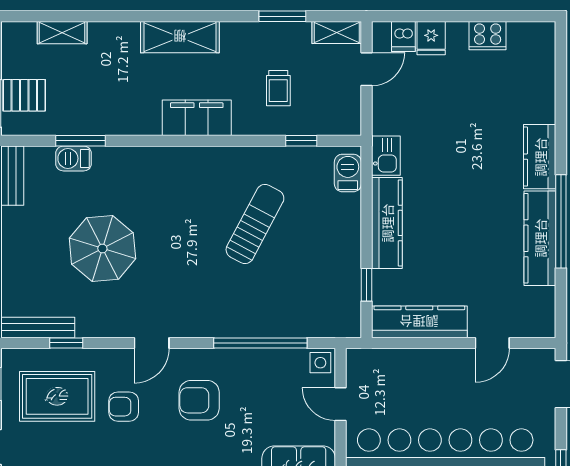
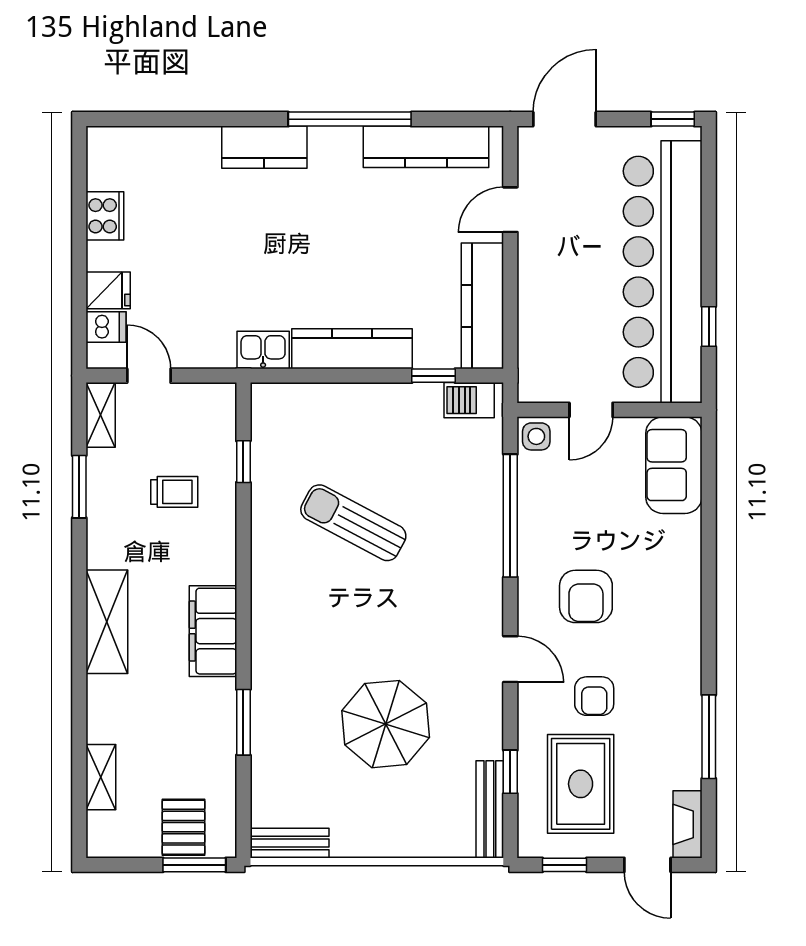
filing cabinet: (197, 118) -> (213, 631), moved
window: (80, 141) -> (243, 722), moved
barbecue: (74, 158) -> (267, 762), removed
barbecue: (348, 173) -> (469, 400), moved
kitchen counter: (540, 238) -> (426, 147), moved
door: (492, 343) -> (510, 210), swing flipped

